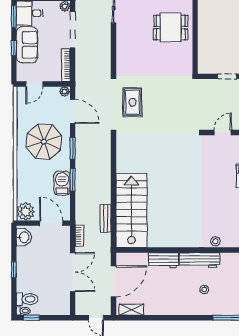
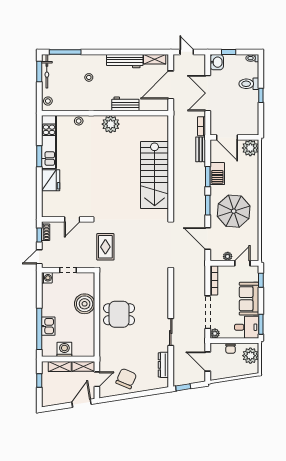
boiler: (209, 39) -> (85, 304), added
window: (14, 48) -> (261, 280), moved
plant: (65, 92) -> (228, 256), moved
rug: (132, 102) -> (105, 247), moved
stairs: (131, 210) -> (155, 175), moved
bench: (106, 218) -> (201, 149), moved
washbasin: (24, 237) -> (217, 62), moved, turned 180
plant: (180, 238) -> (111, 124), added
workbench: (200, 260) -> (125, 61), moved, turned 180
toilet: (27, 299) -> (249, 84), moved
window: (31, 318) -> (229, 52), moved

